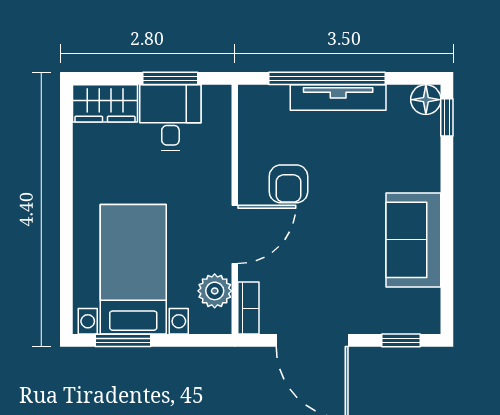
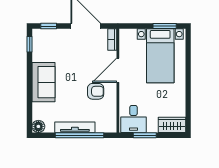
window: (447, 117) -> (30, 44), moved
desk: (170, 118) -> (133, 119), moved
armchair: (288, 184) -> (96, 91), turned 90
sofa: (413, 240) -> (43, 82), moved
plant: (215, 291) -> (126, 47), removed

